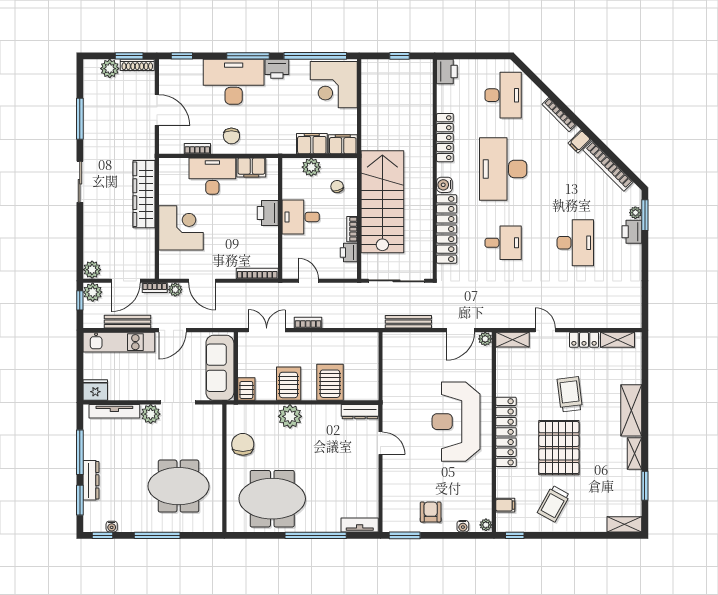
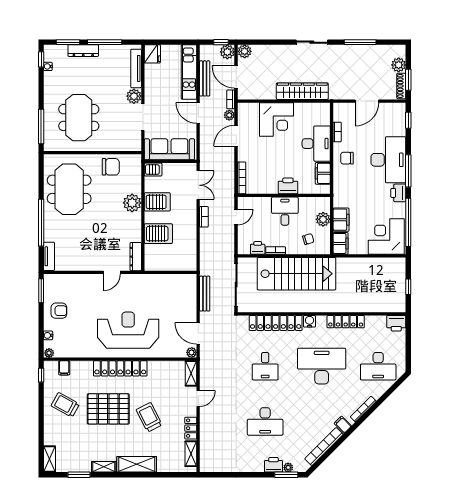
trolley: (570, 394) -> (149, 417), turned -110
window: (157, 535) -> (41, 127), moved

